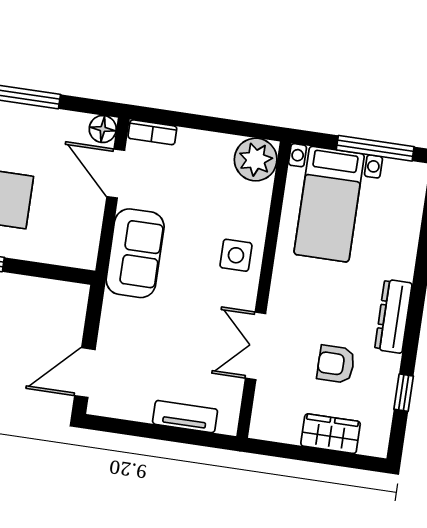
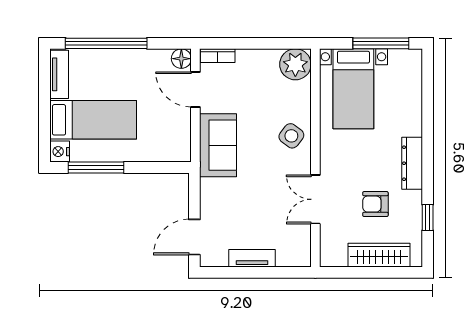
side table: (236, 255) -> (291, 136), turned 37
tv unit: (185, 417) -> (252, 258), moved
wardrobe: (331, 434) -> (379, 255), width x1.50

